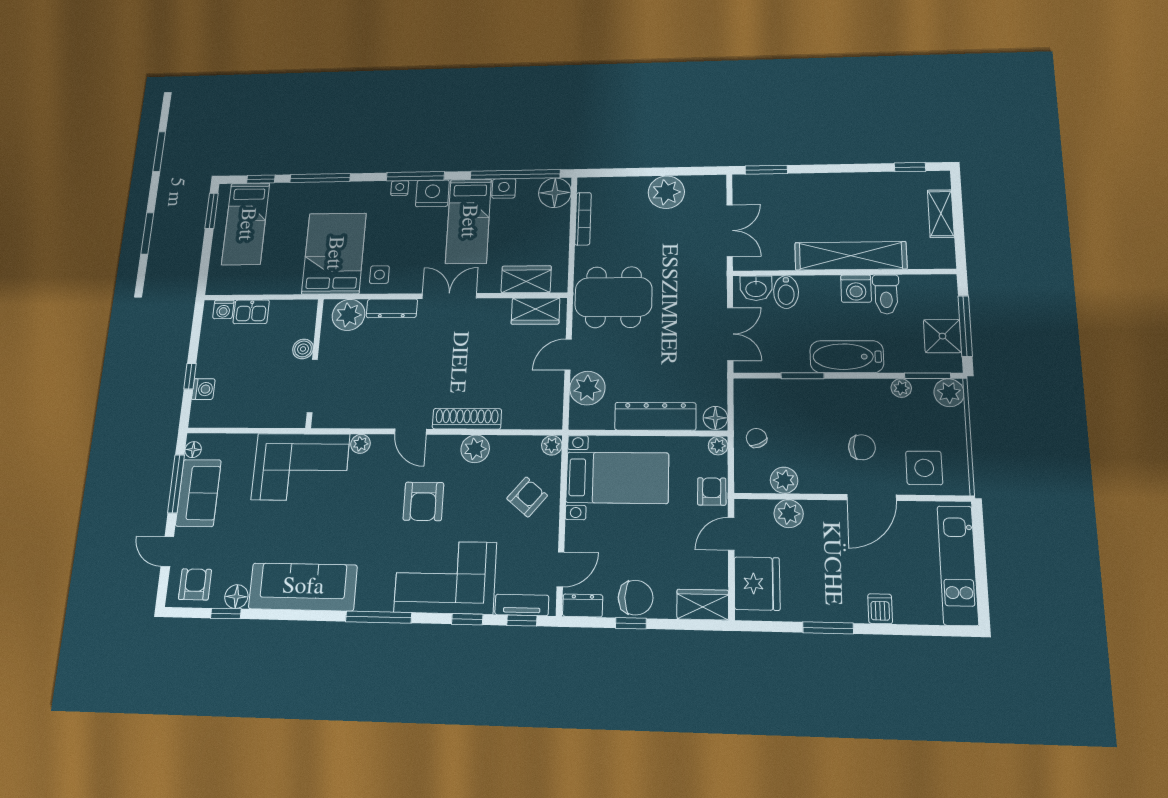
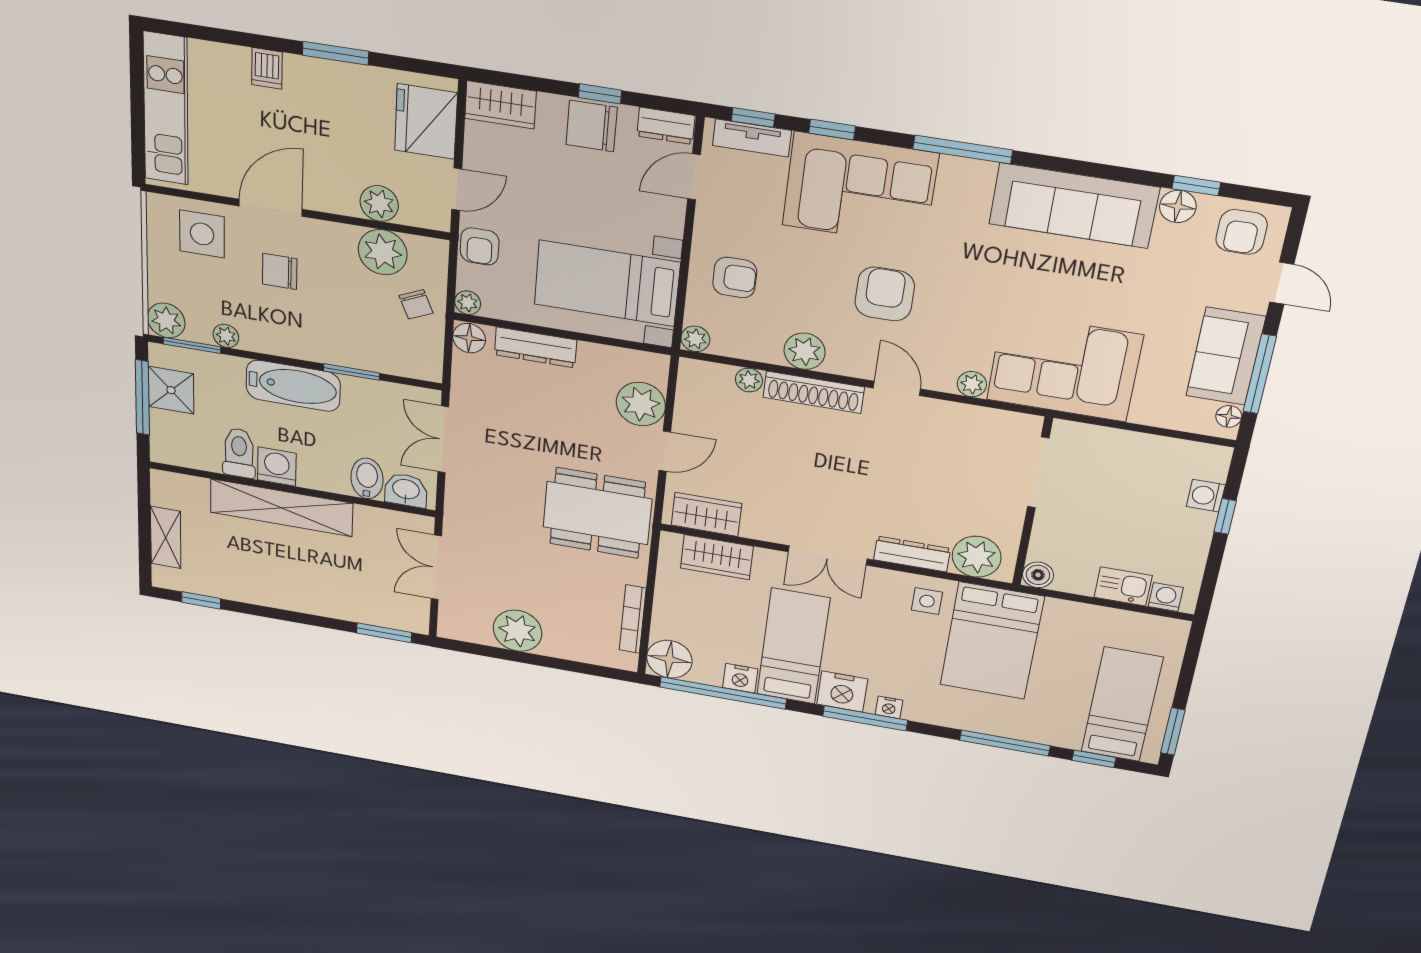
boiler: (303, 349) -> (1038, 575), moved
dresser: (655, 416) -> (535, 347), width x0.73, depth x0.80
plant: (512, 420) -> (749, 380), added
plant: (784, 480) -> (383, 252), width x1.36, depth x1.36
armchair: (527, 497) -> (735, 277), turned -130

